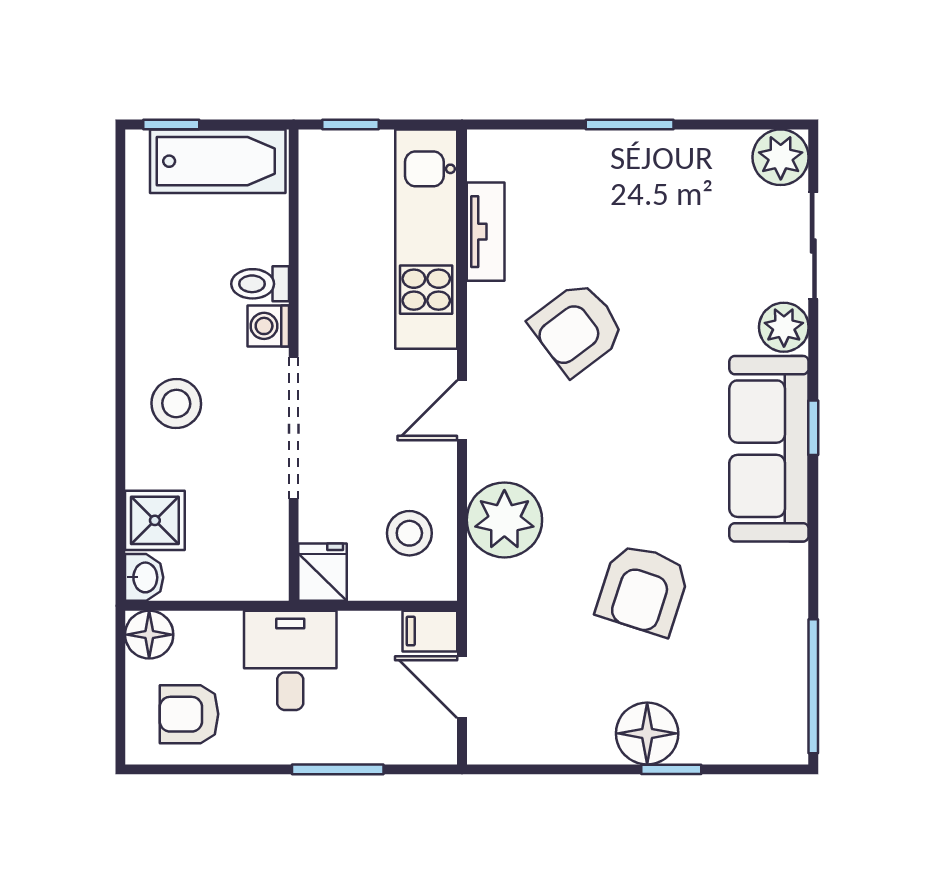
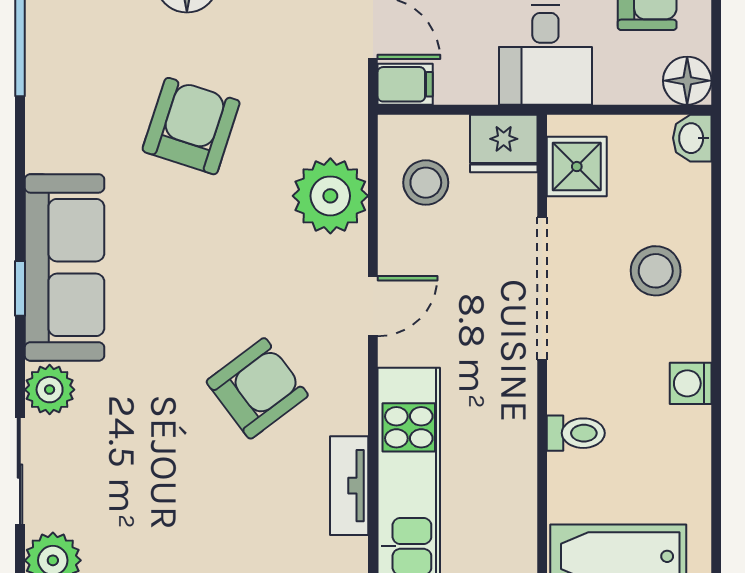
washing machine: (268, 326) -> (691, 383), moved, turned 180
stool: (176, 403) -> (656, 271), moved
shower: (155, 520) -> (577, 167), moved
fridge: (323, 572) -> (504, 143), width x1.38

